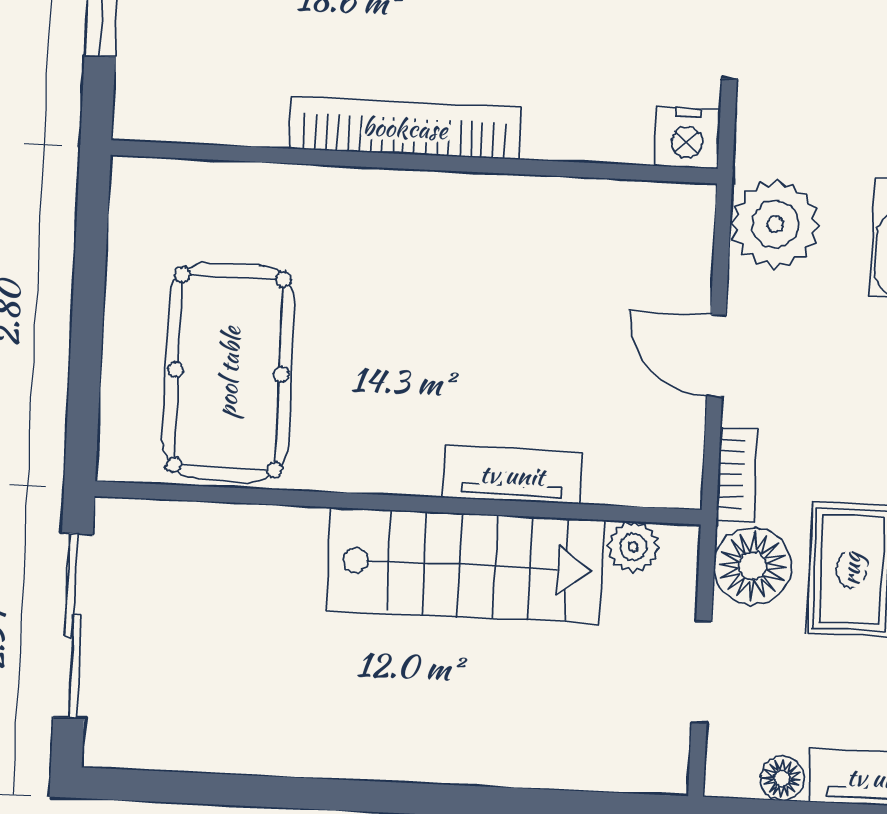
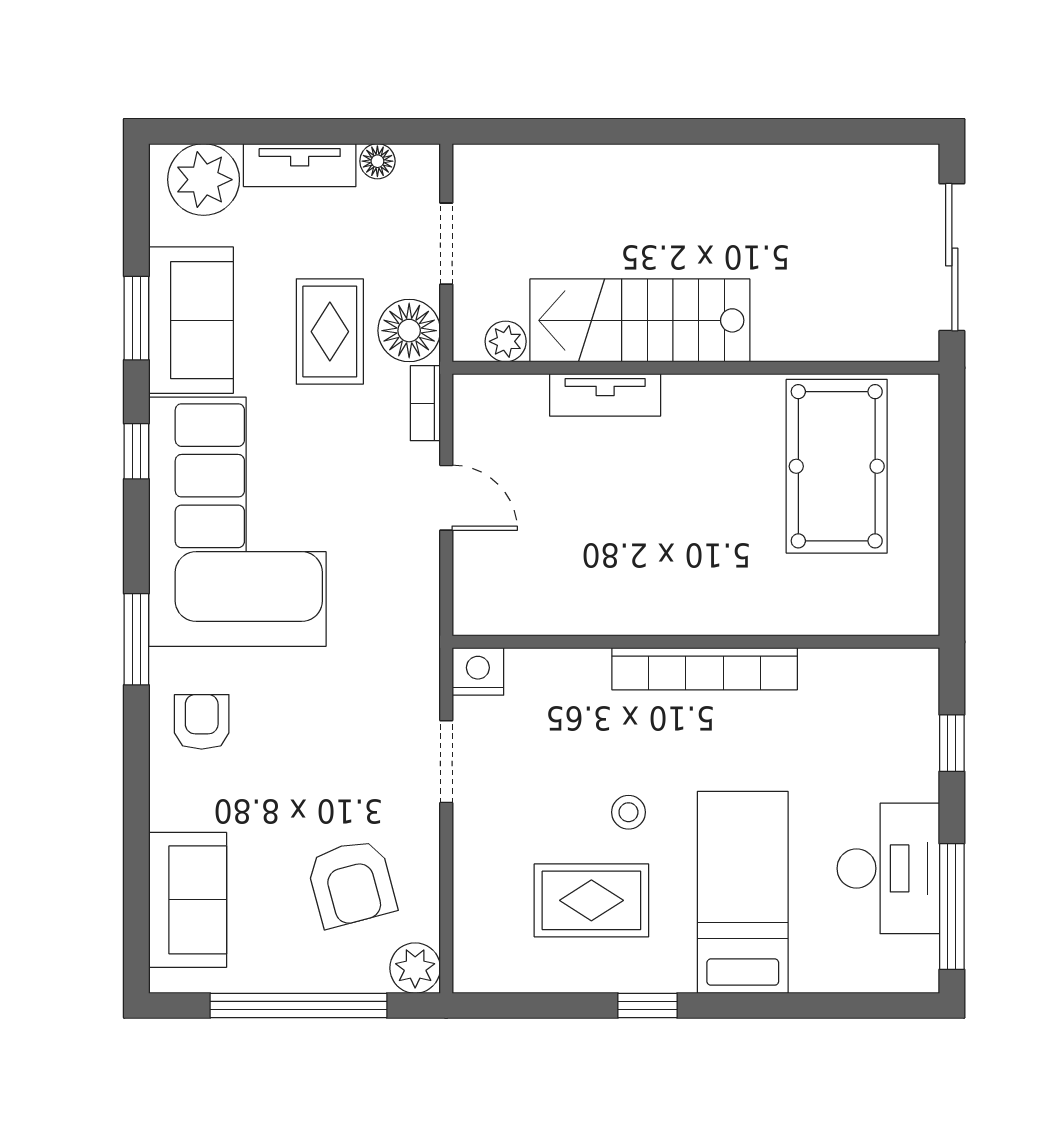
plant: (775, 224) -> (404, 605), removed

